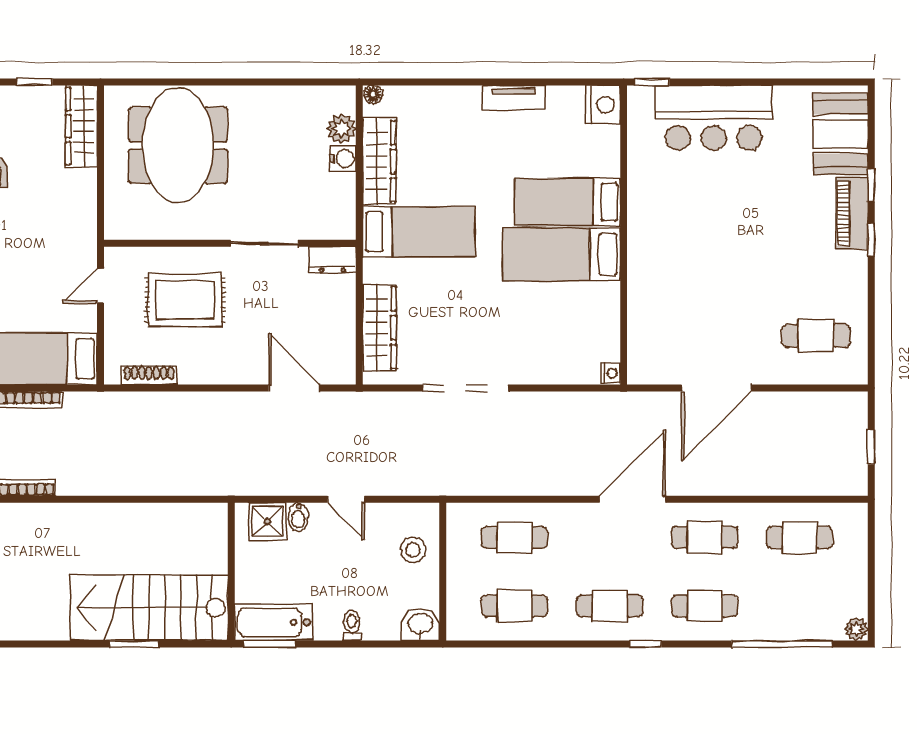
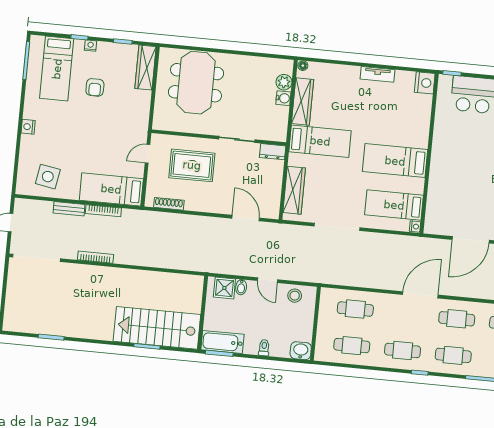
bed: (568, 202) -> (394, 205), moved
stool: (413, 550) -> (295, 296), moved

